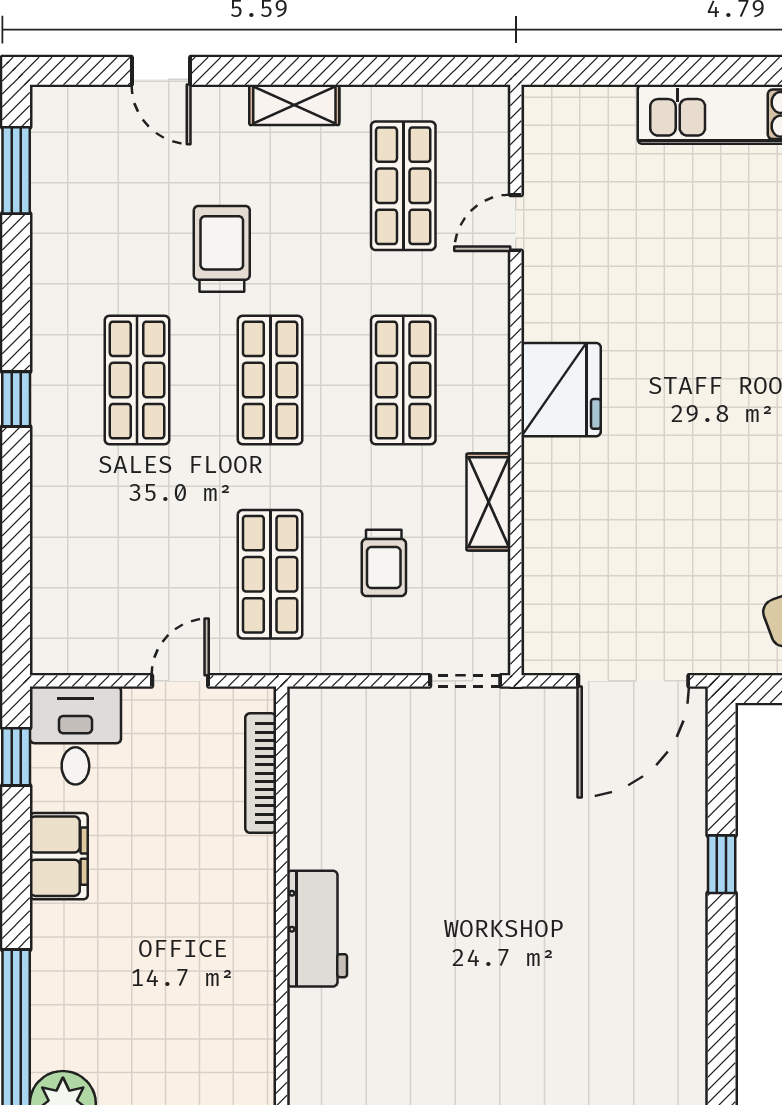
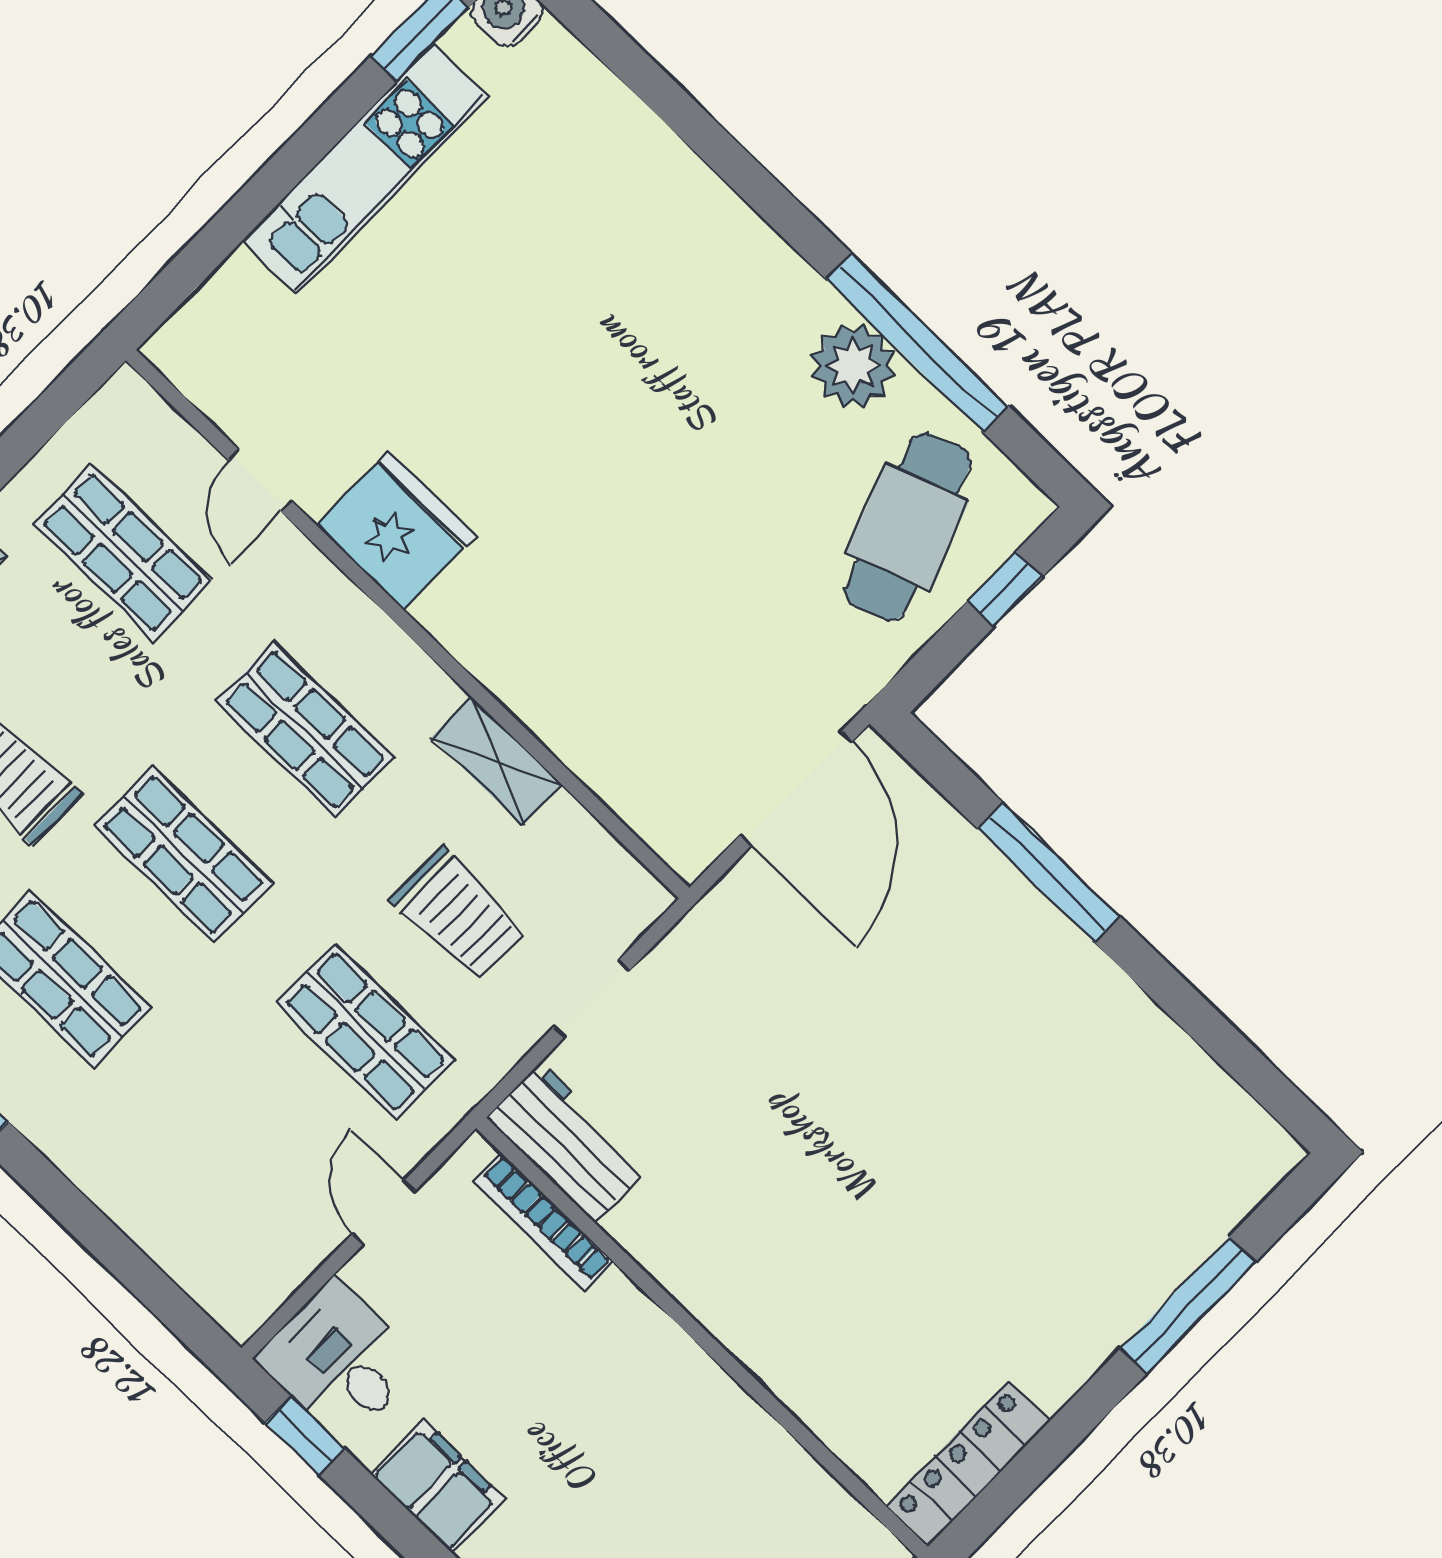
fridge: (561, 390) -> (396, 530), moved
trolley: (384, 563) -> (458, 914), width x1.36, depth x1.39
doorway: (465, 681) -> (592, 999), moved
window: (722, 864) -> (1049, 872), width x2.17
workbench: (317, 929) -> (568, 1142), moved

